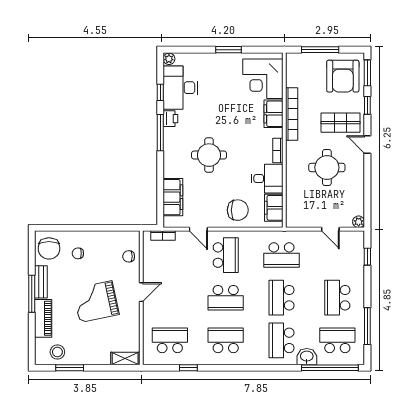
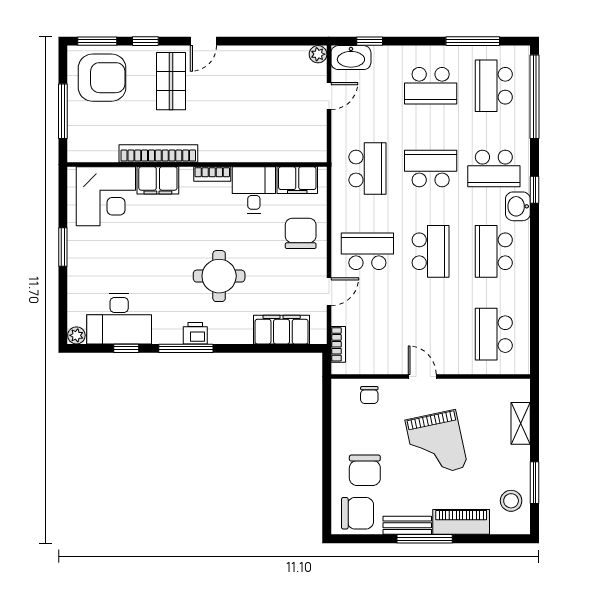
printer: (170, 119) -> (195, 333), moved
round table: (327, 167) -> (238, 101), removed
washbasin: (356, 244) -> (351, 58), added
chair: (78, 253) -> (365, 470), width x1.87, depth x1.87
school desk: (282, 298) -> (431, 169), turned 180
washbasin: (307, 357) -> (518, 206), moved
shelving: (125, 358) -> (521, 423), moved
window: (188, 368) -> (534, 190), moved

